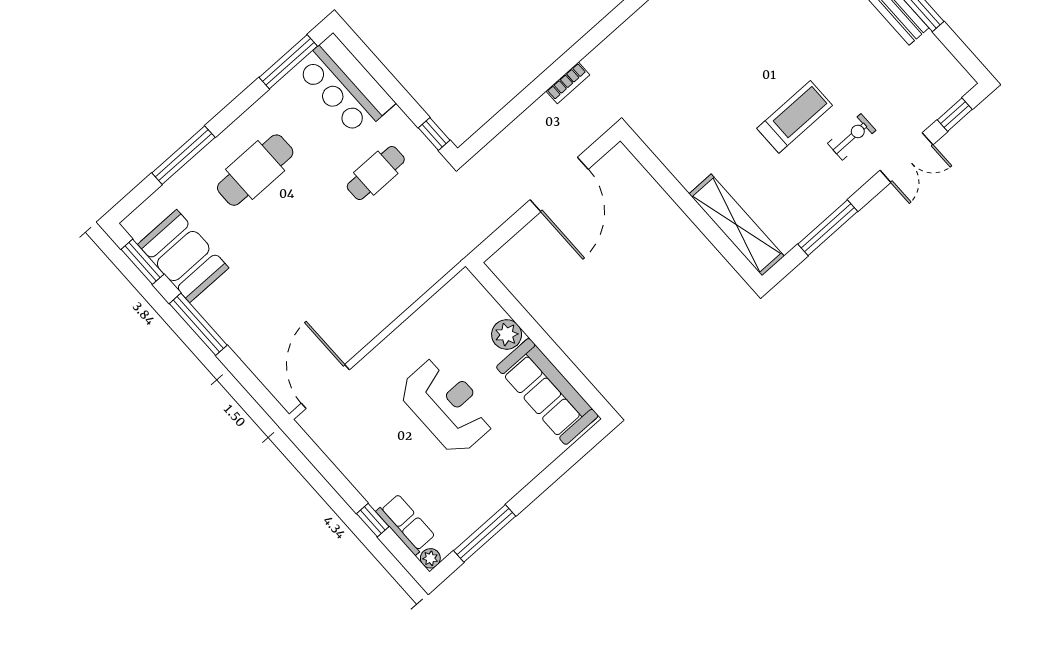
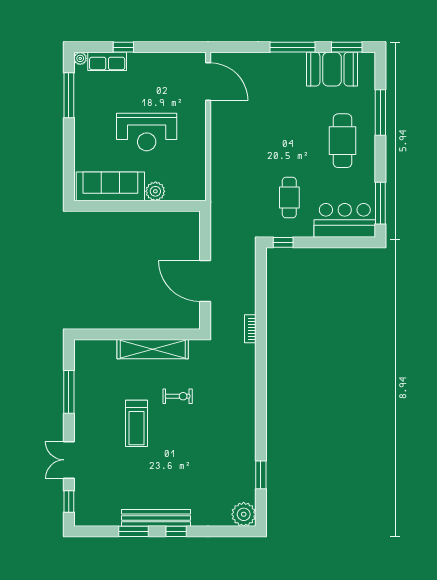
exercise bike: (852, 137) -> (178, 396), moved, turned -90
shelving: (737, 225) -> (153, 349), moved

